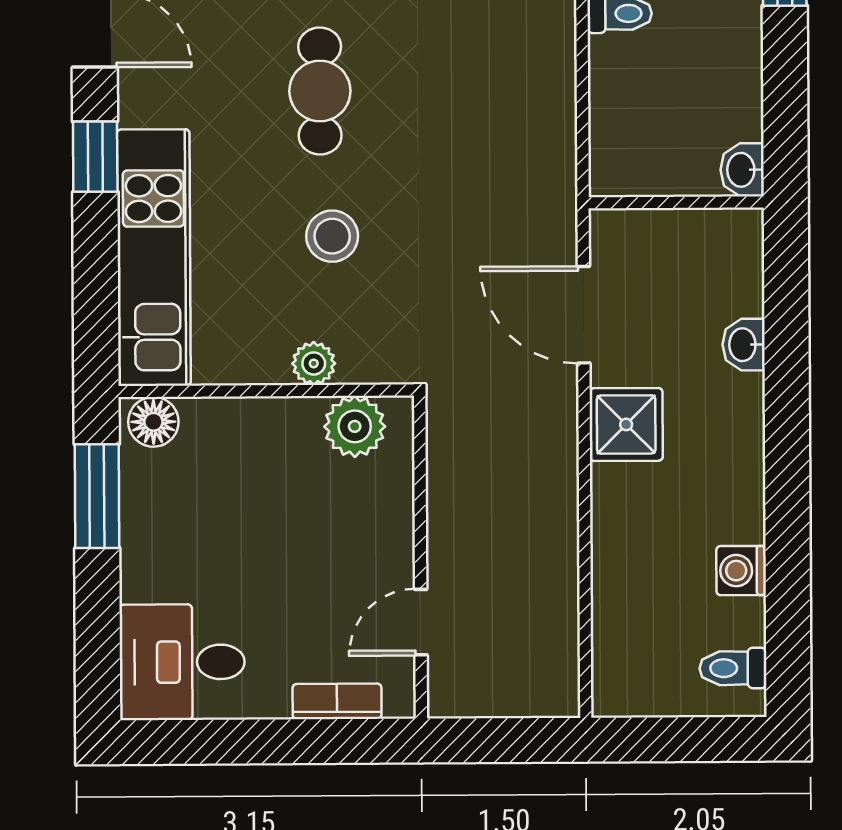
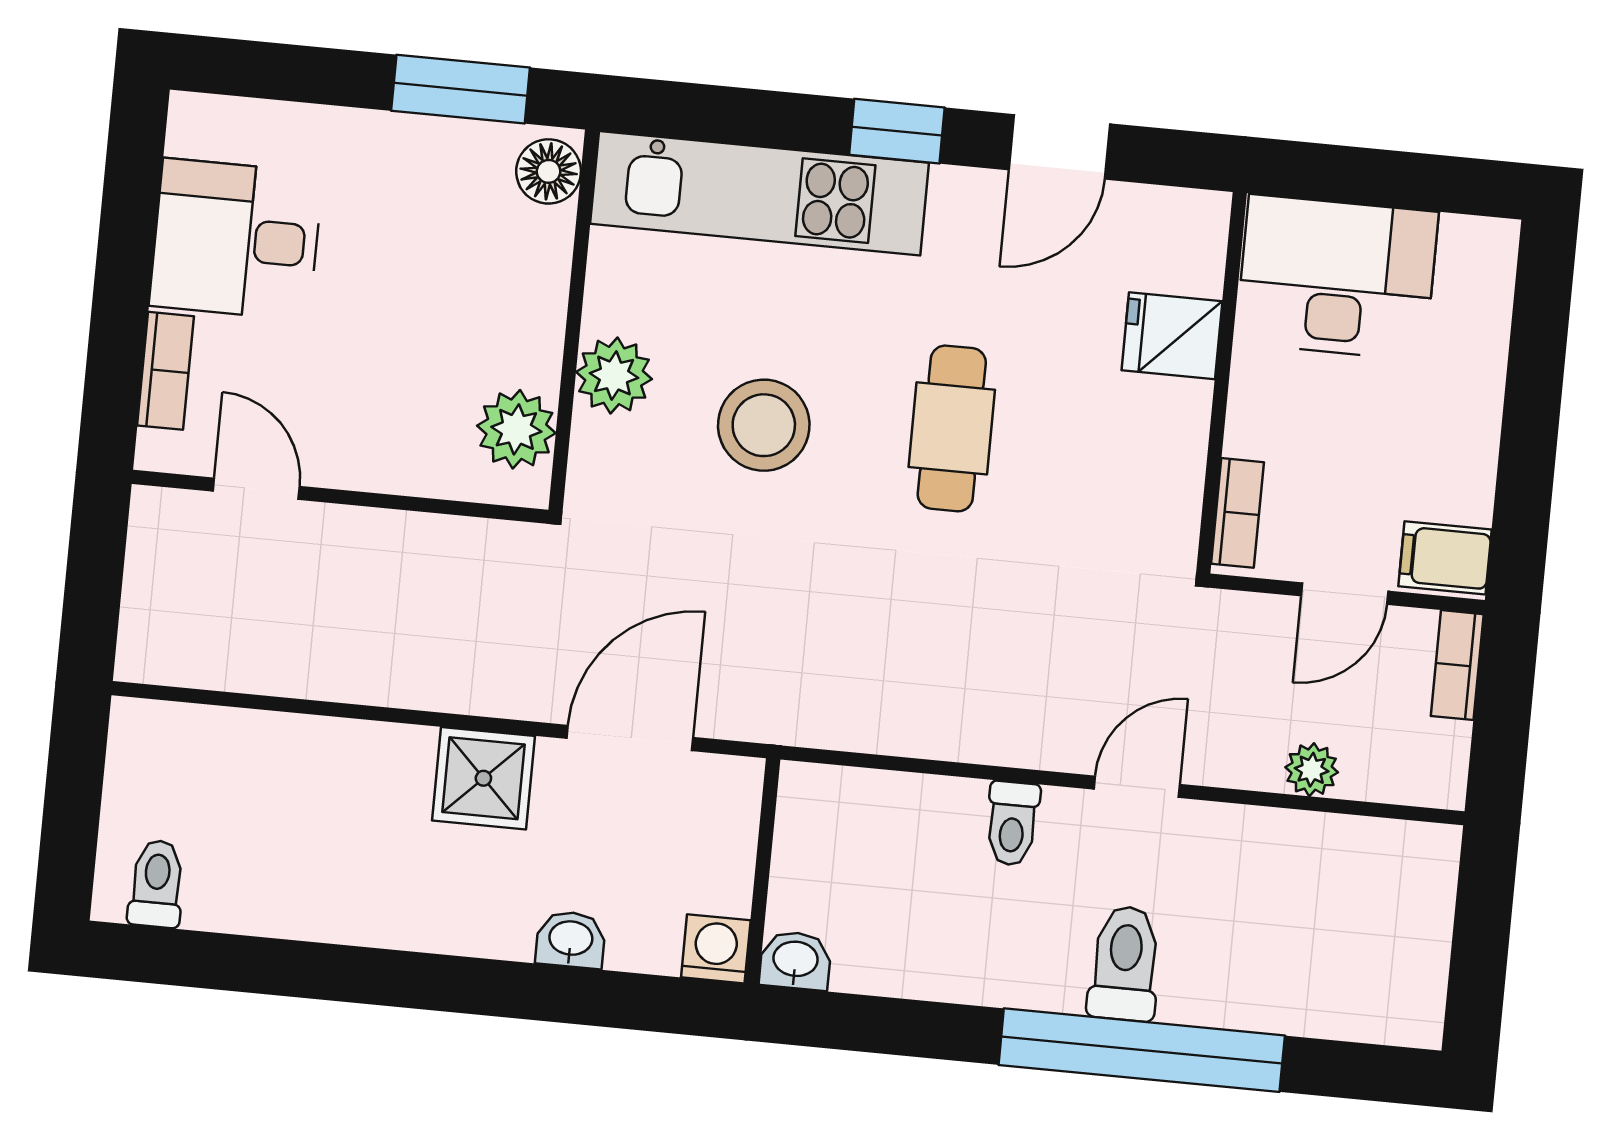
cafe table: (320, 91) -> (952, 428), turned 90
stool: (332, 236) -> (764, 425), width x1.38, depth x1.38
plant: (314, 363) -> (614, 376), width x1.38, depth x1.38
washing machine: (741, 571) -> (716, 949), moved
desk: (182, 662) -> (236, 239), moved, turned -90

